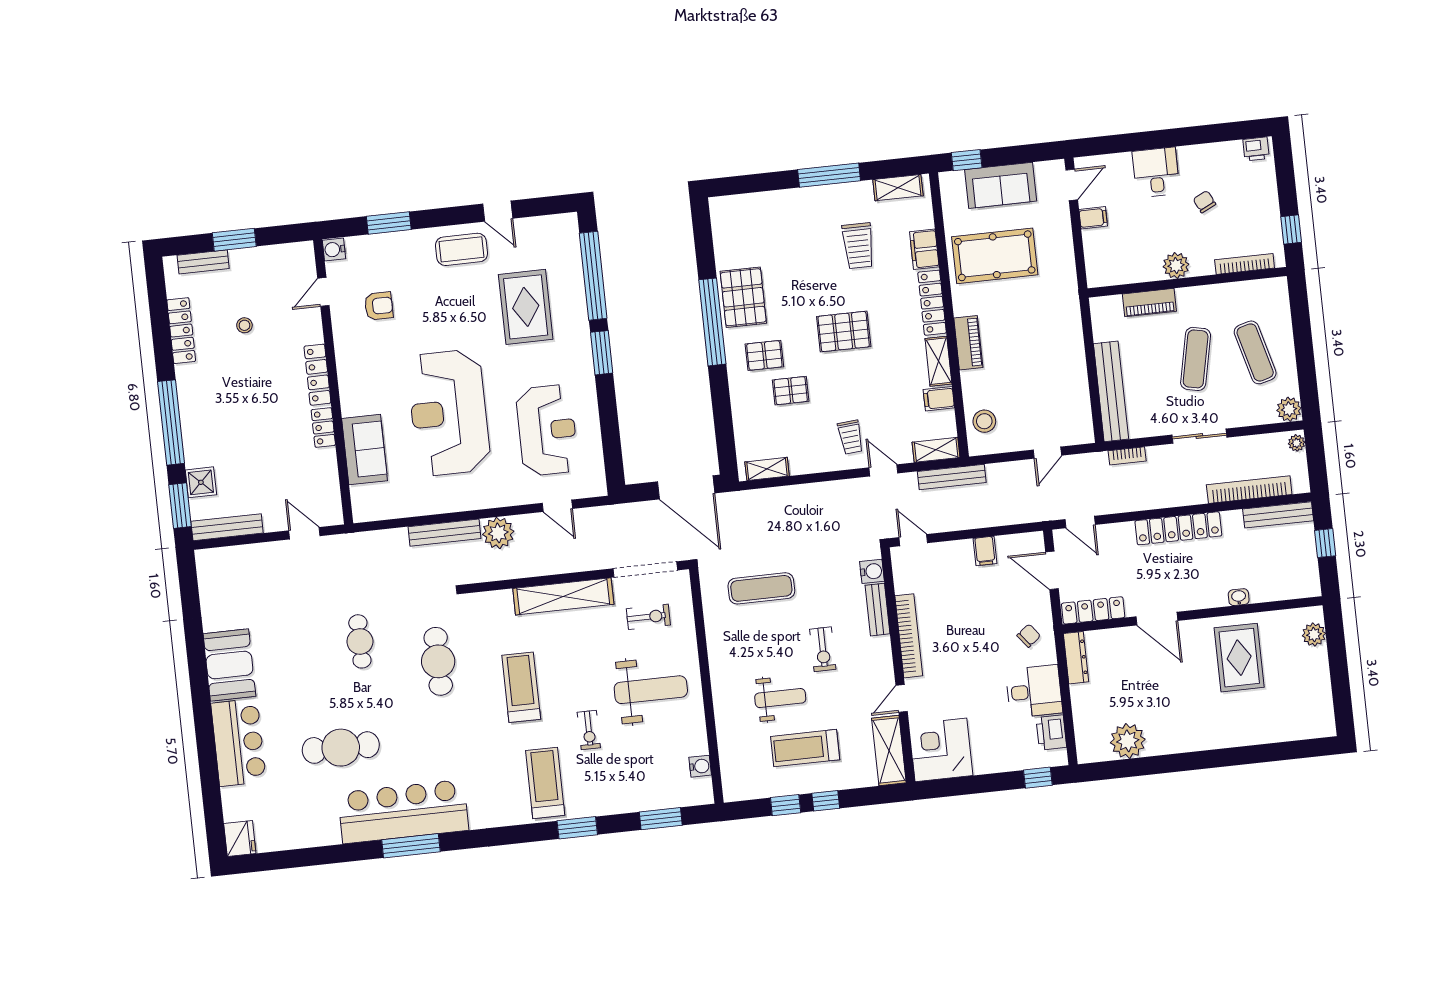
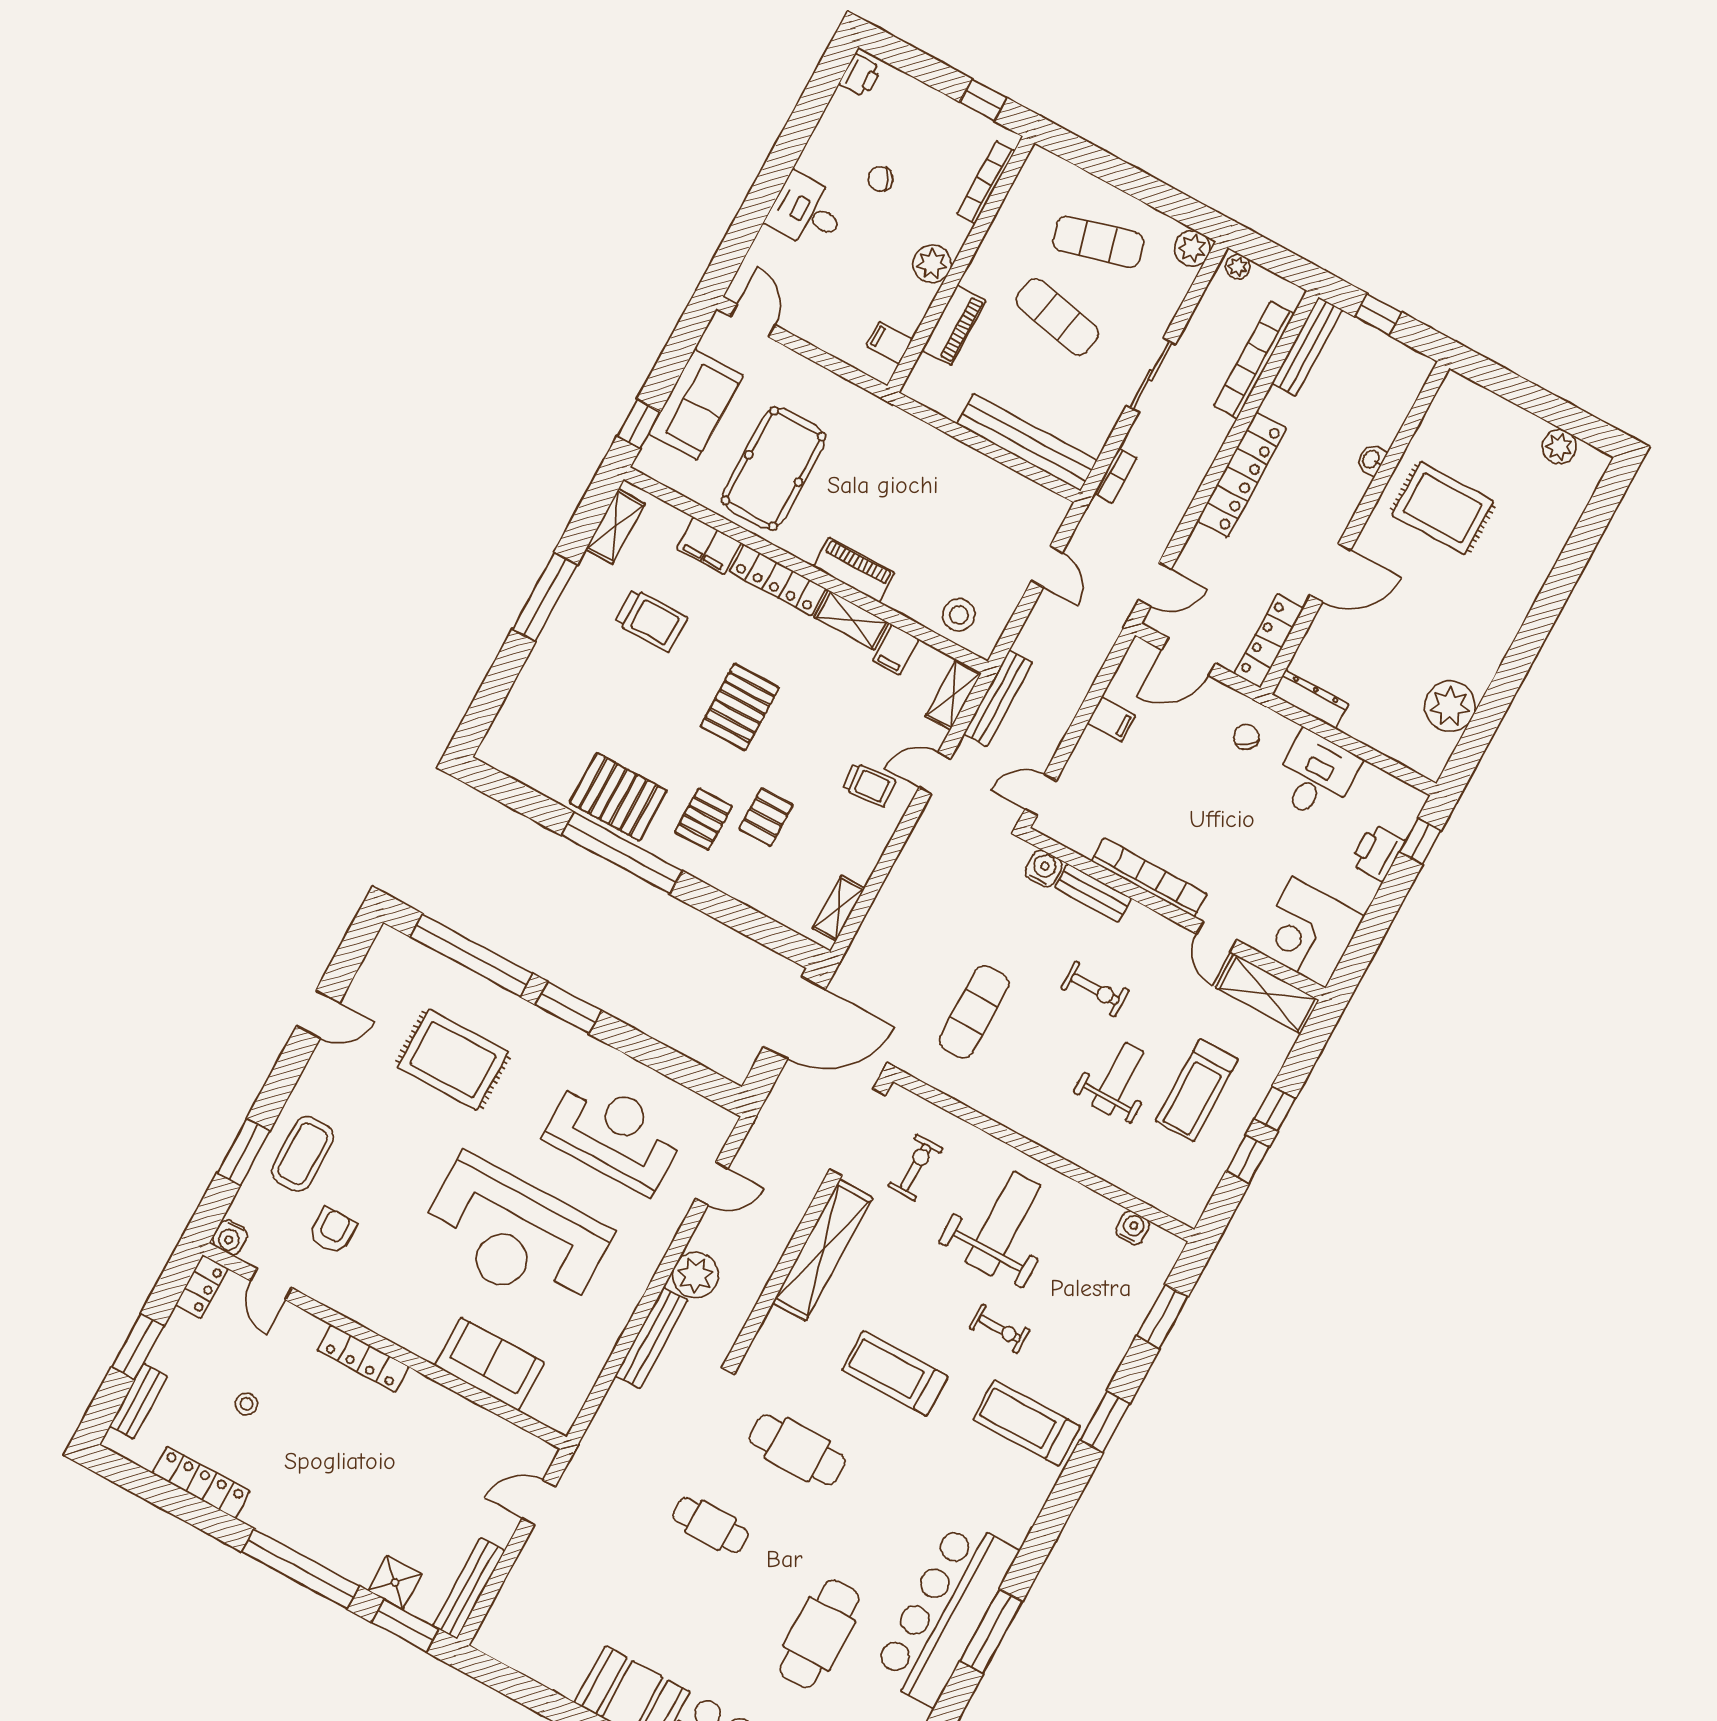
filing cabinet: (1093, 218) -> (889, 343), moved, turned -90
coffee table: (462, 249) -> (303, 1154), moved
locker: (323, 427) -> (202, 1287), moved, turned -90
plant: (1314, 635) -> (1559, 447), moved
printer: (1051, 733) -> (1377, 852), moved, turned 90

